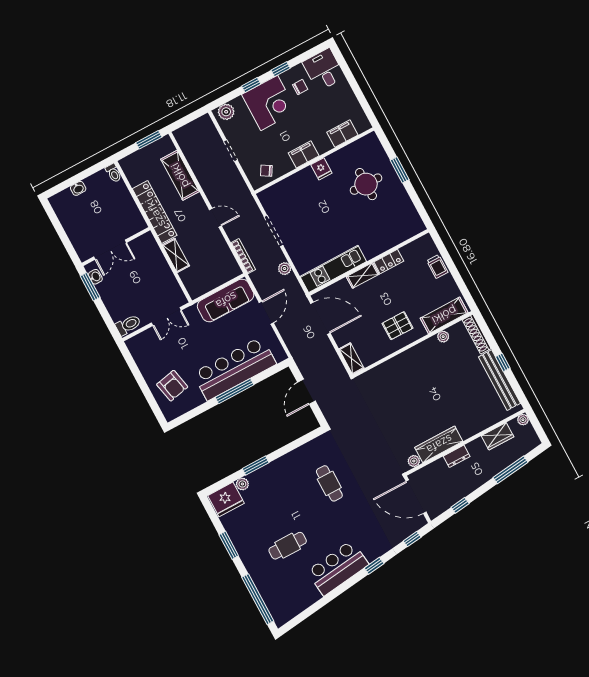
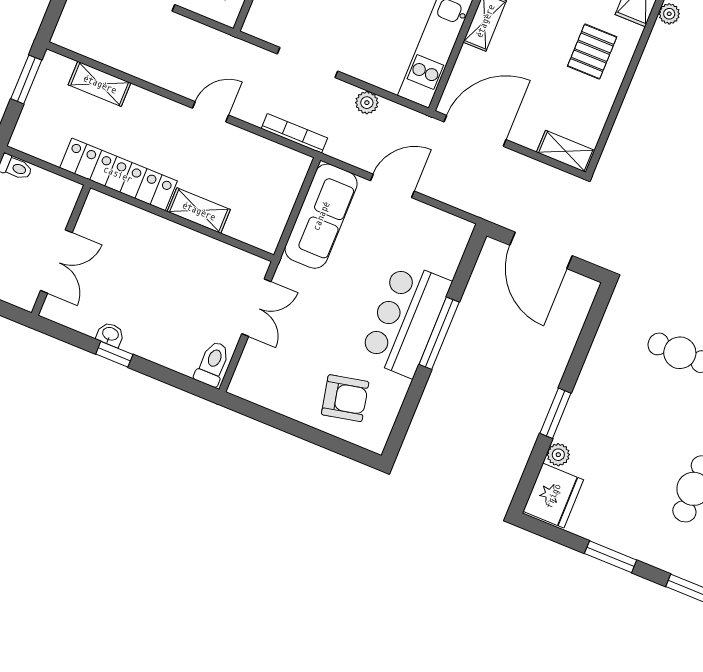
shelving: (180, 175) -> (100, 84), width x0.67, depth x0.75
wall: (116, 247) -> (61, 250), moved
double door: (110, 250) -> (56, 262), moved
window: (90, 287) -> (114, 354), width x0.67
door: (266, 313) -> (392, 186), hinge flipped
bar counter: (235, 369) -> (406, 319), width x0.73
door: (306, 392) -> (541, 250), width x1.36

